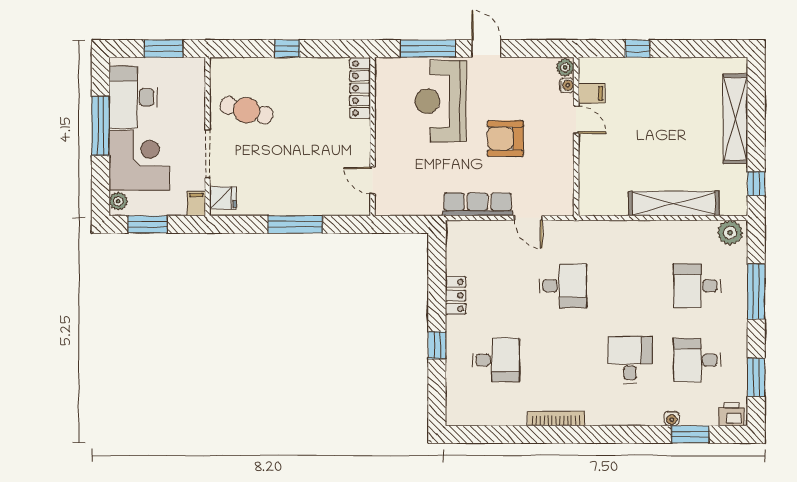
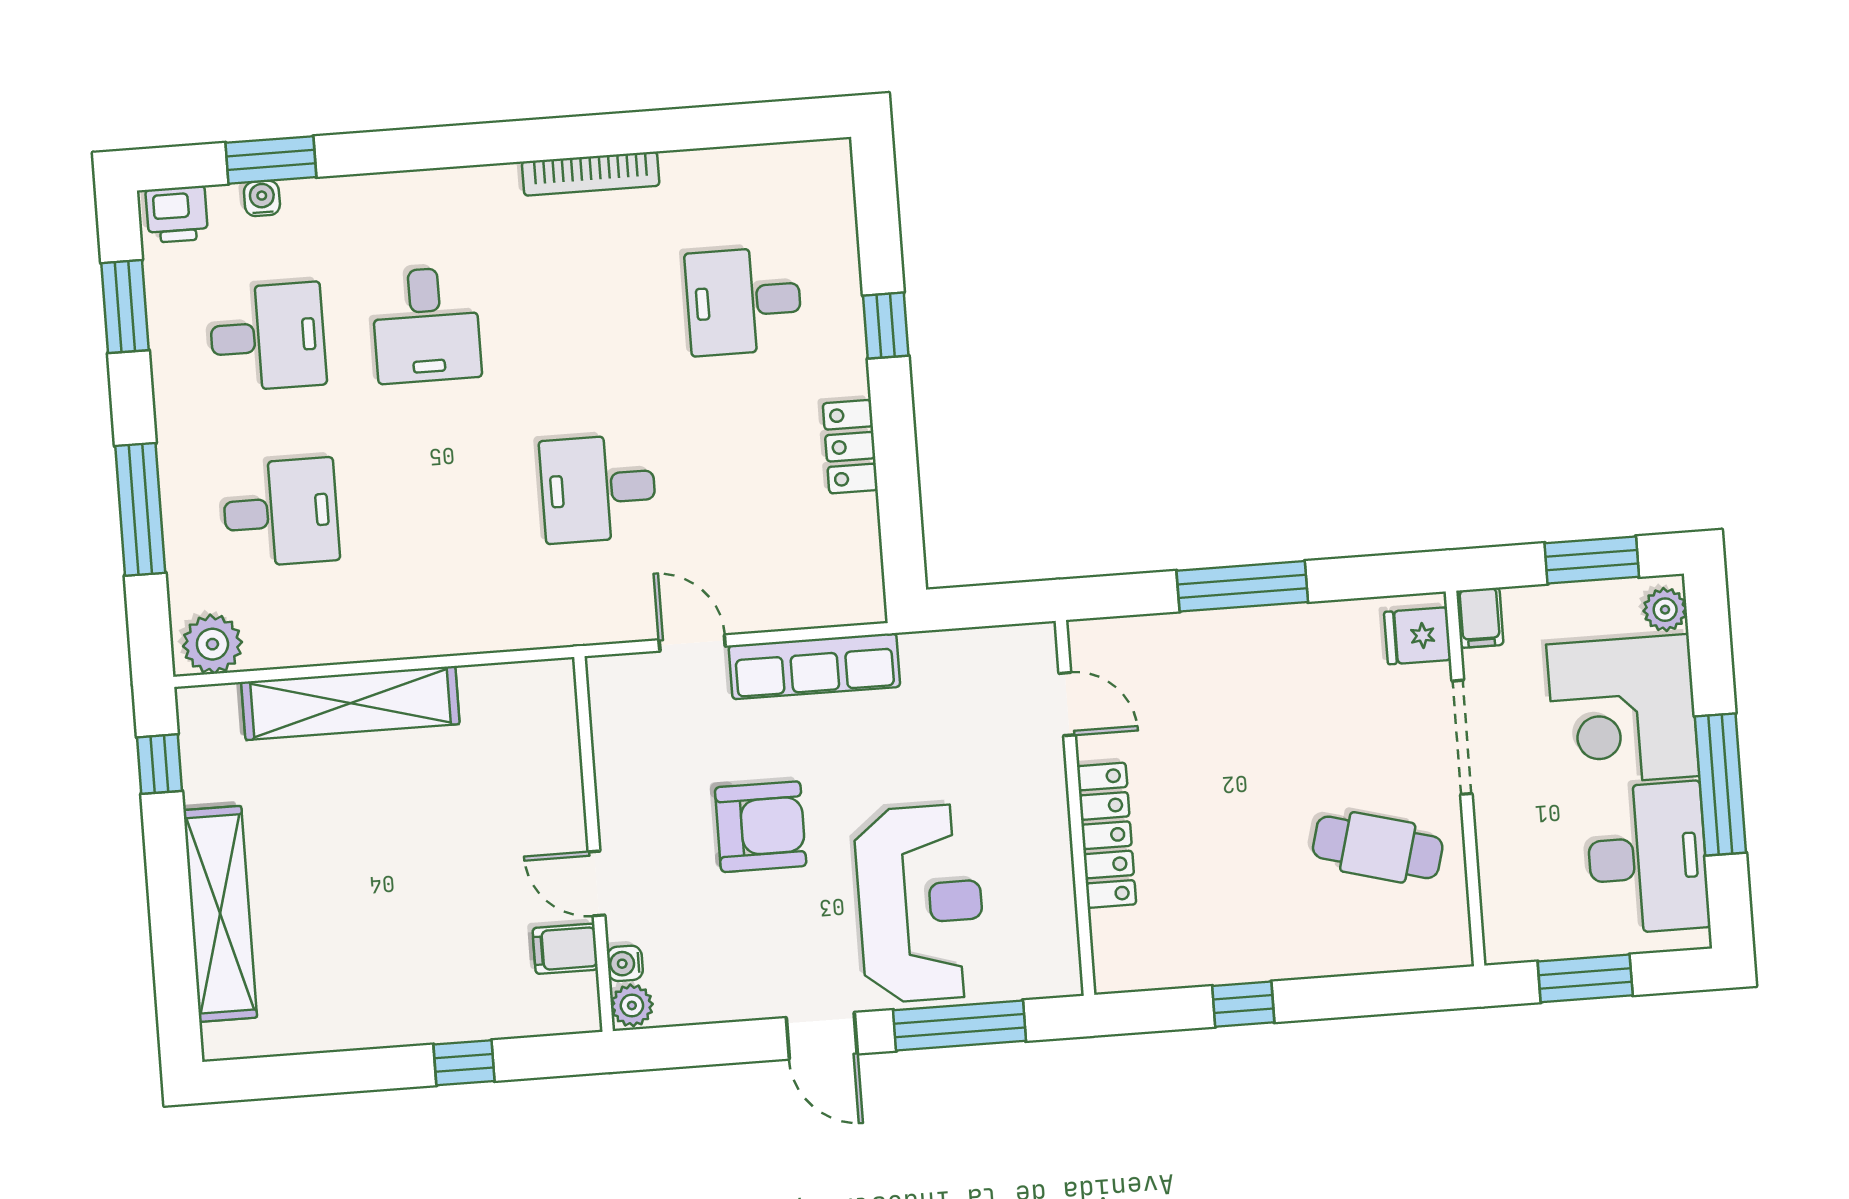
window: (287, 49) -> (1243, 1004), moved
locker: (360, 88) -> (1107, 835), moved
water cooler: (672, 418) -> (262, 198), moved

